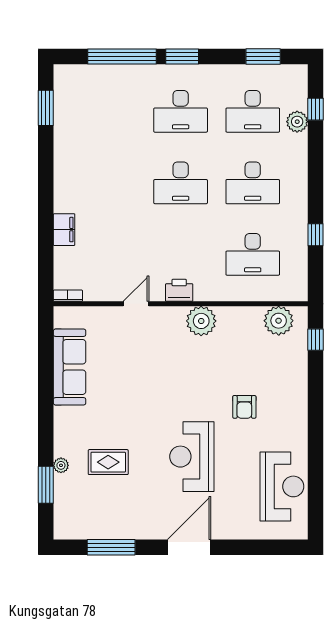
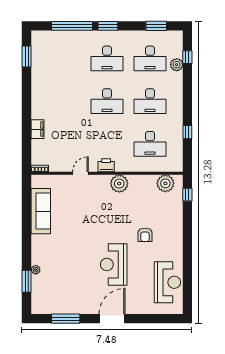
rug: (108, 462) -> (64, 268), removed

